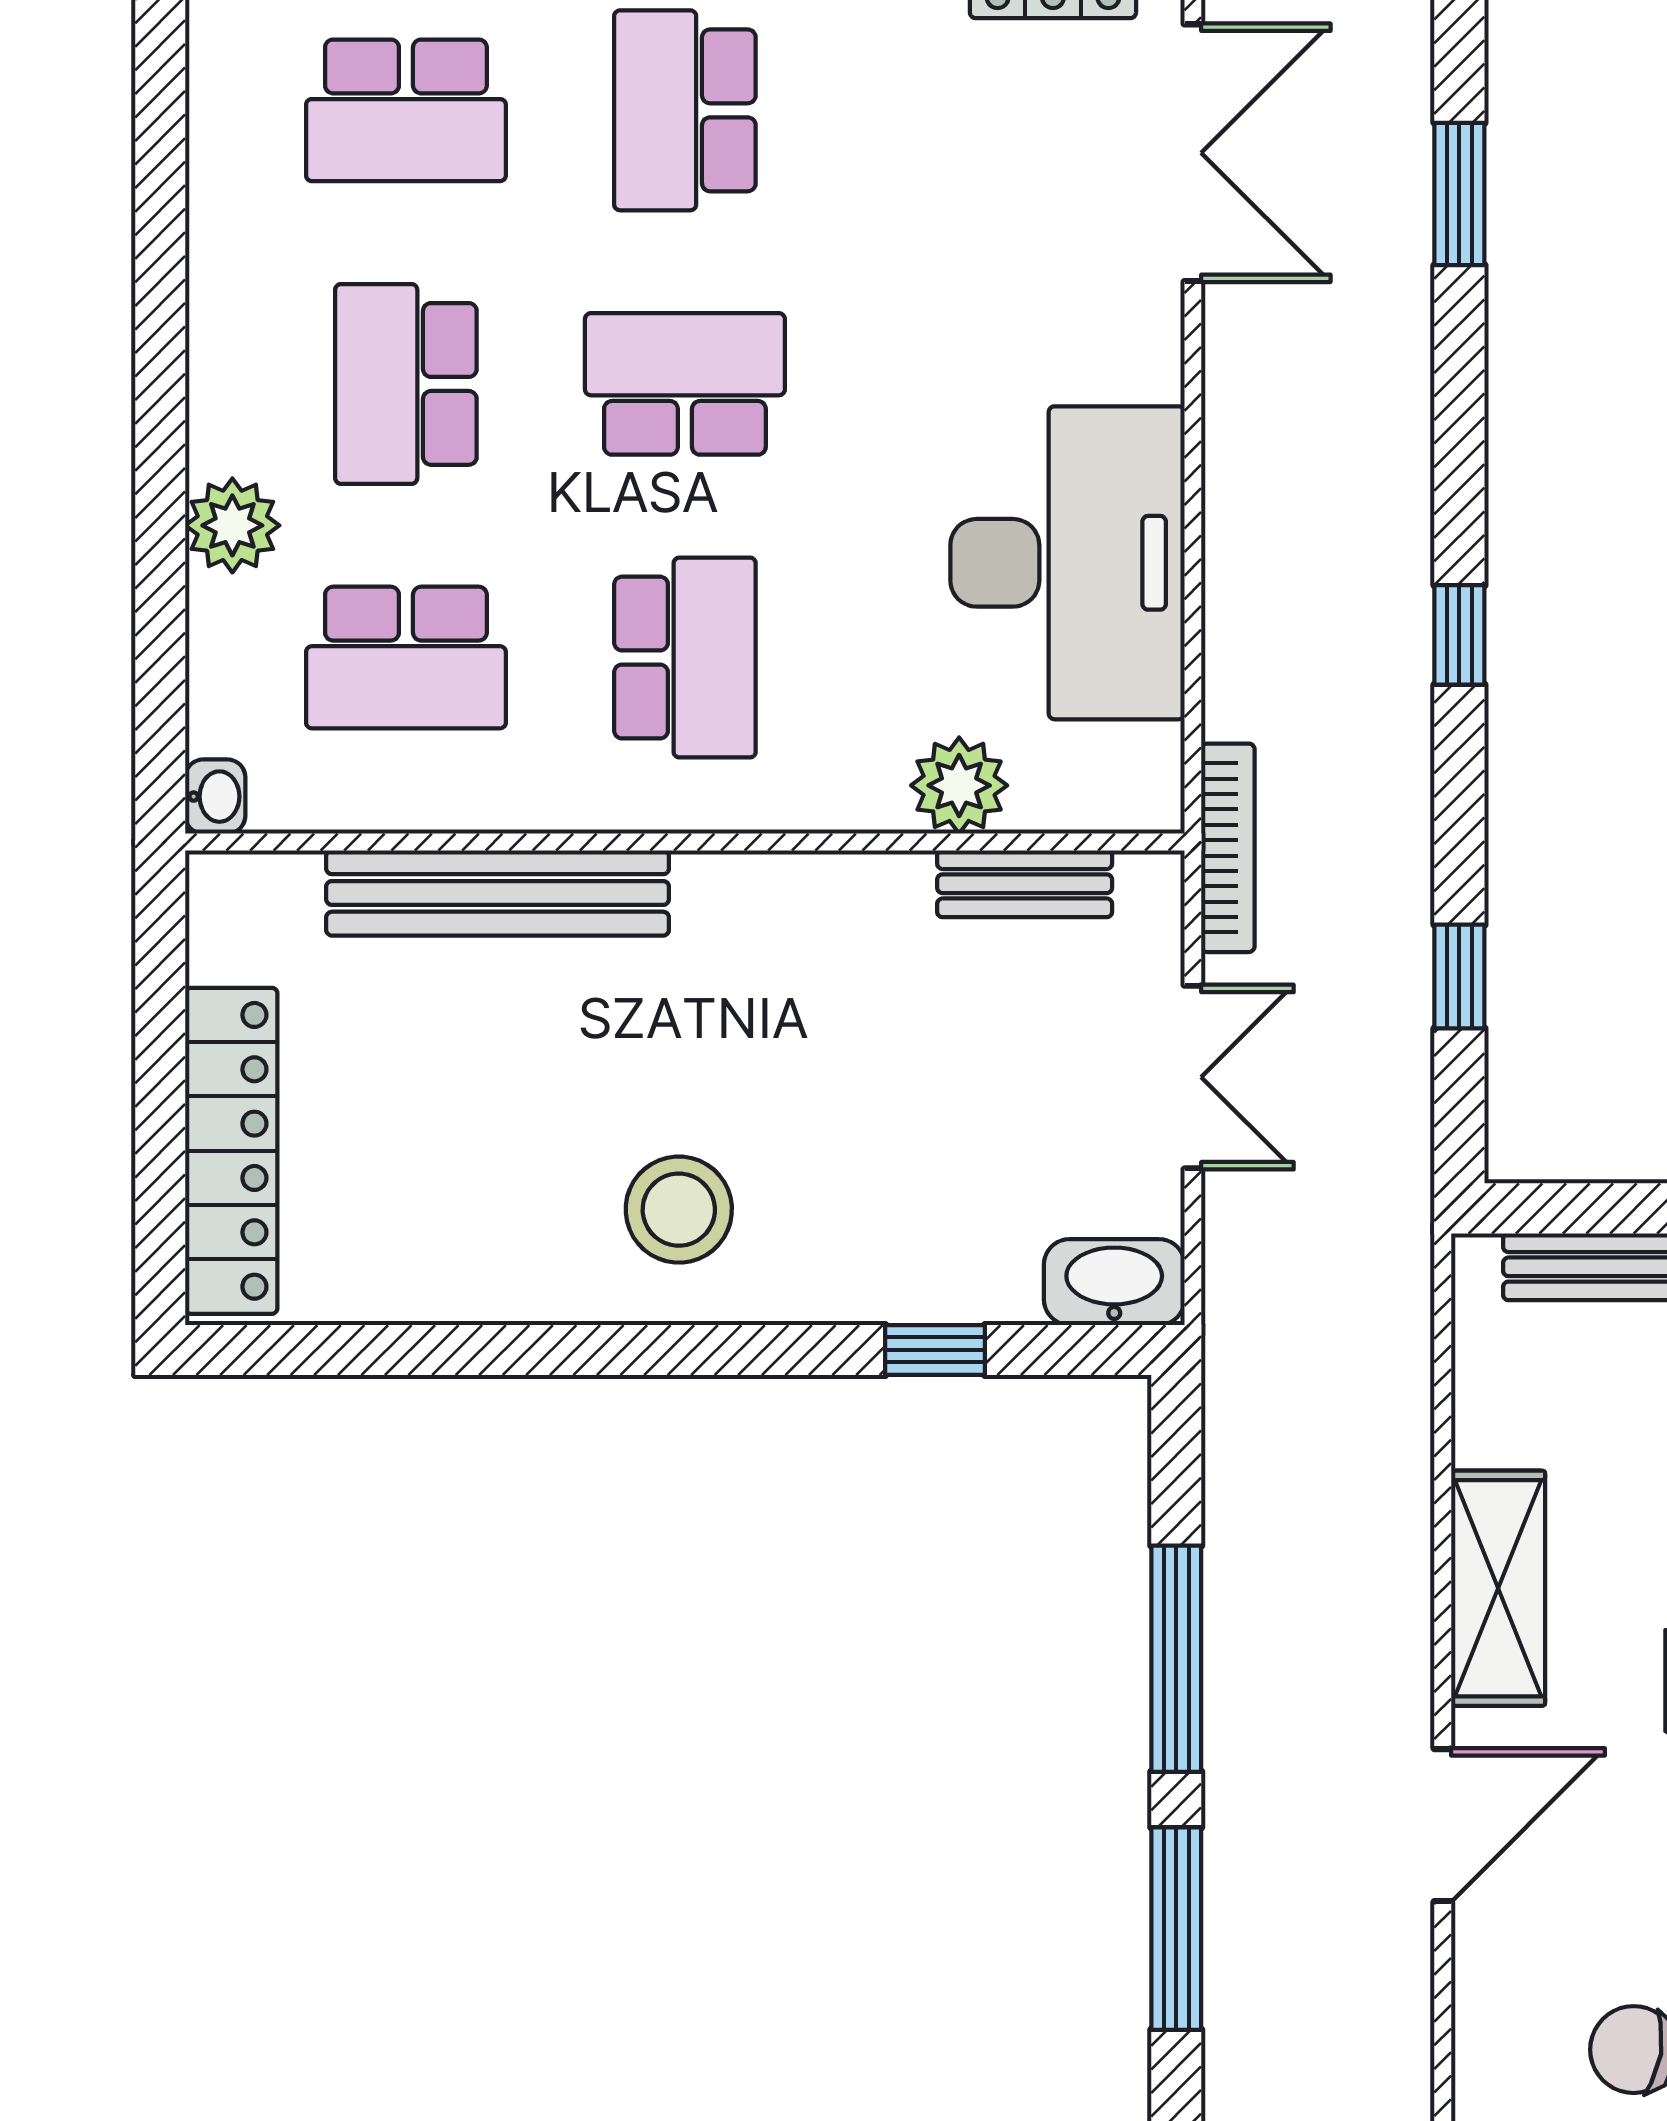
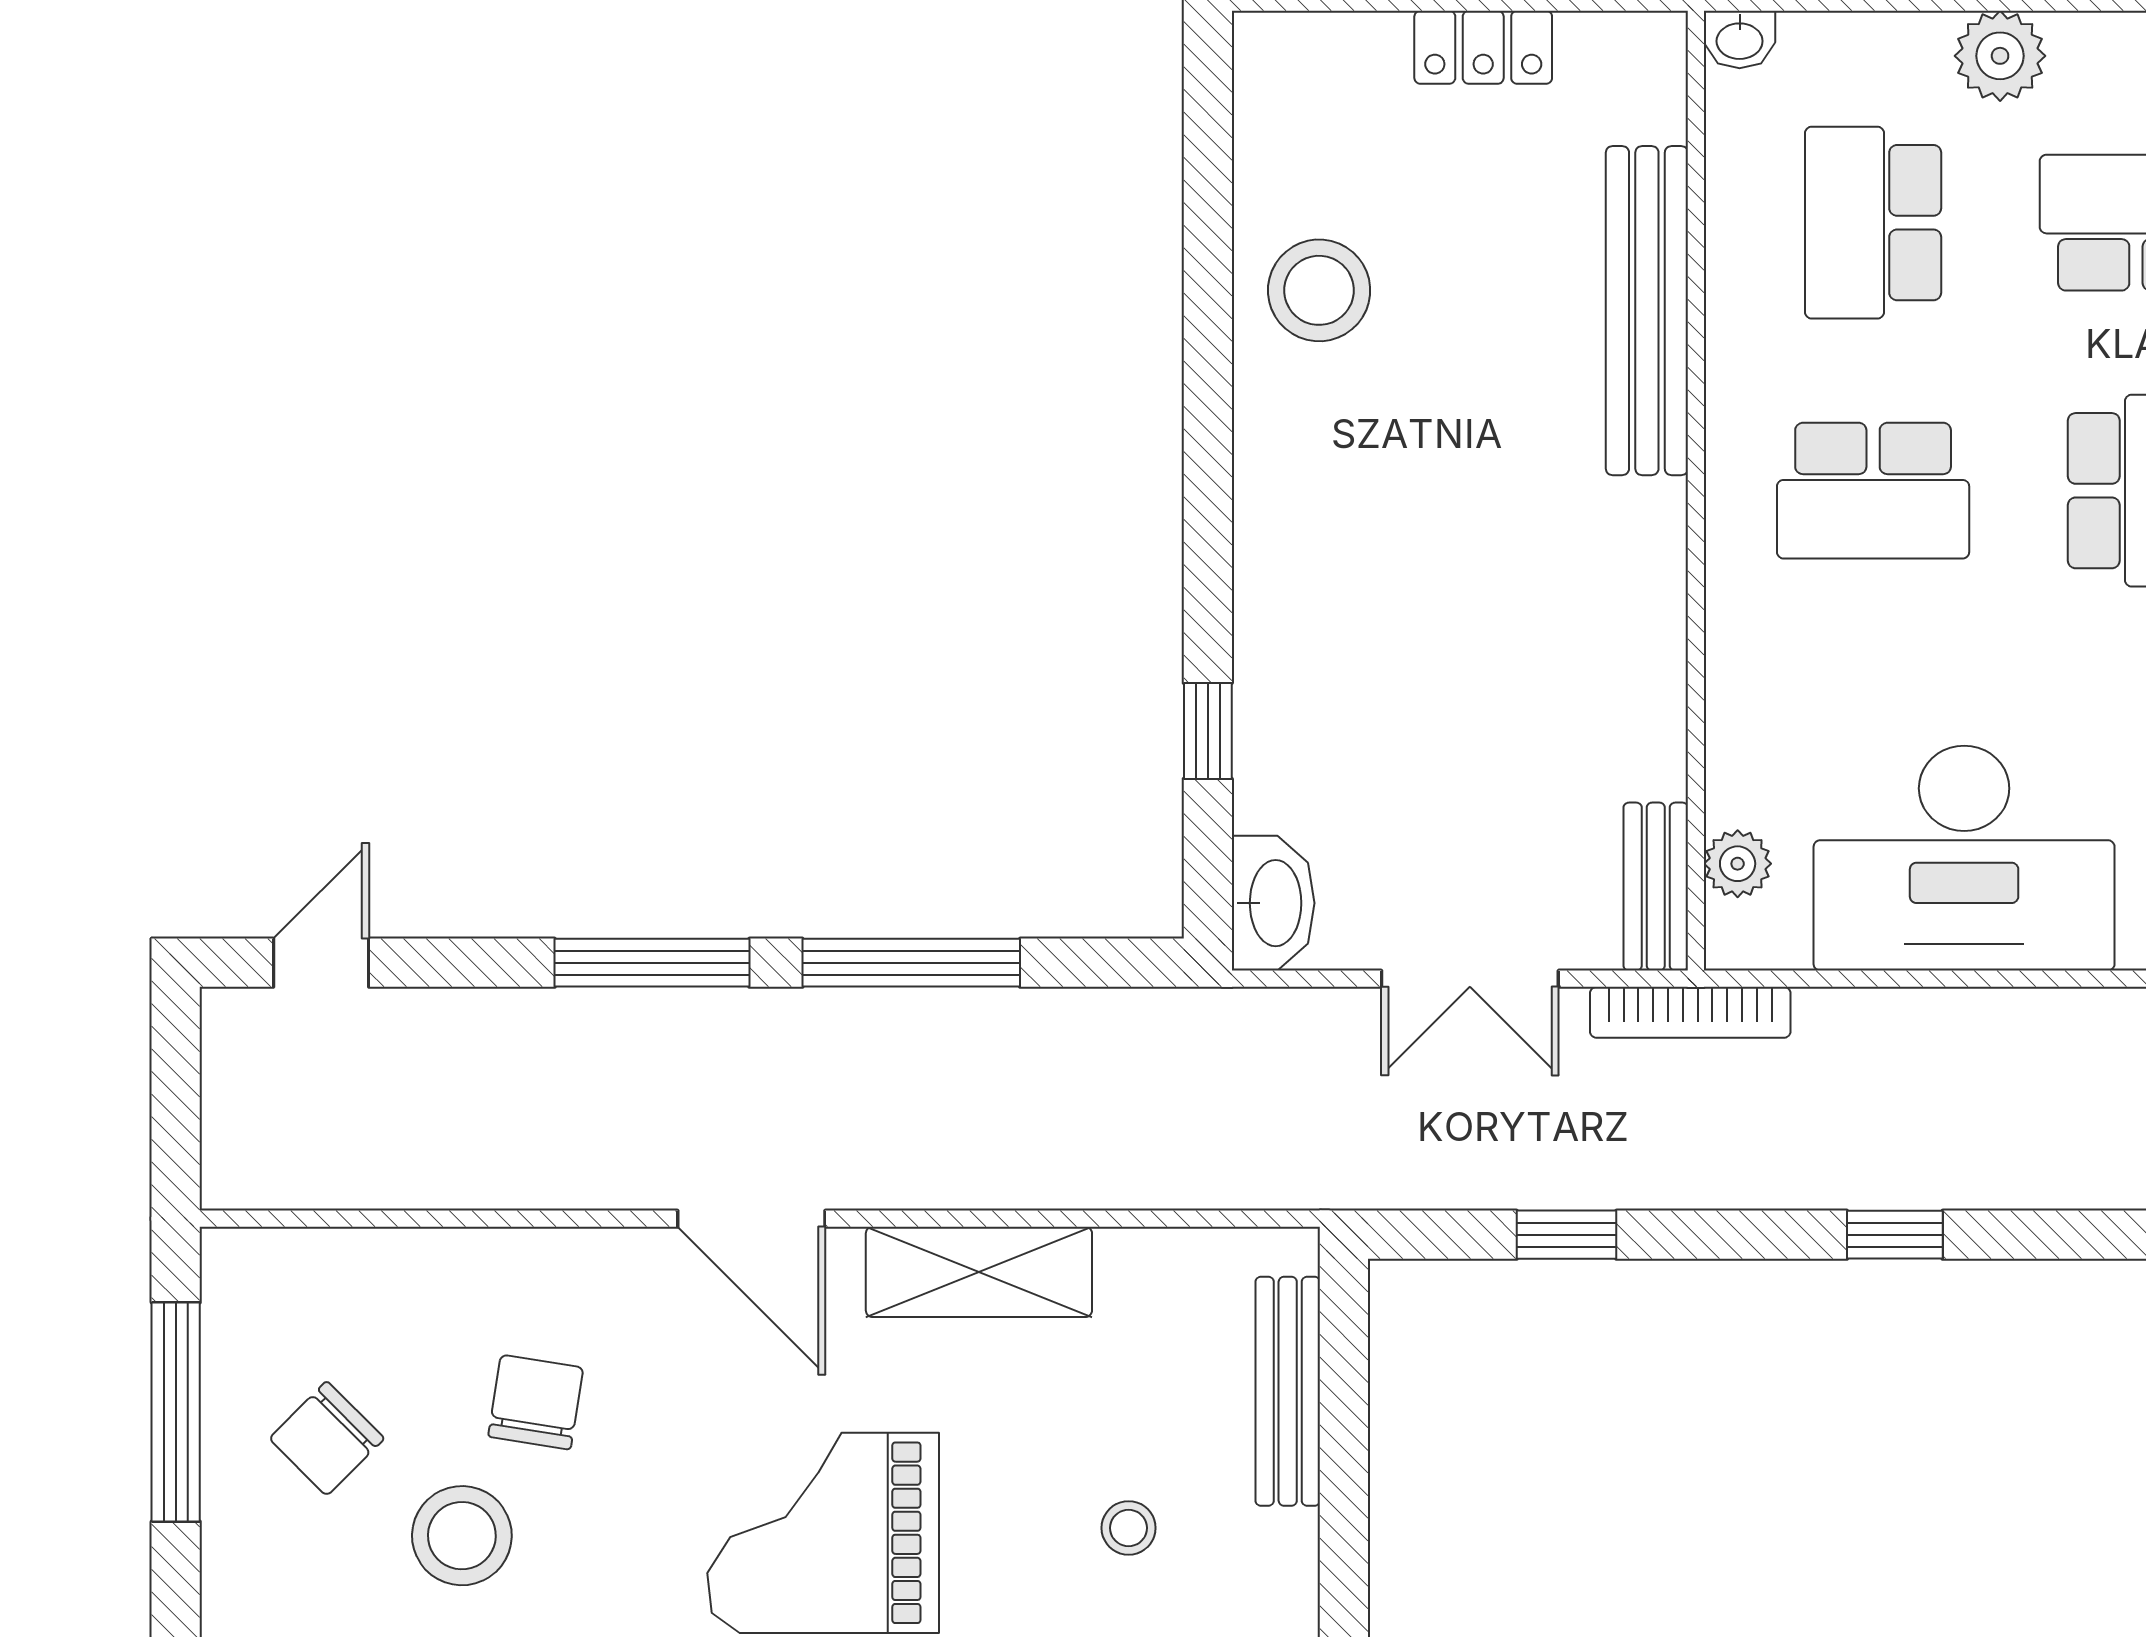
plant: (959, 785) -> (1738, 864), moved, width x0.73, depth x0.73
bench: (1025, 884) -> (1656, 887), moved
locker: (231, 1151) -> (1483, 47), width x0.46, depth x0.83
stool: (679, 1210) -> (1319, 290), moved

